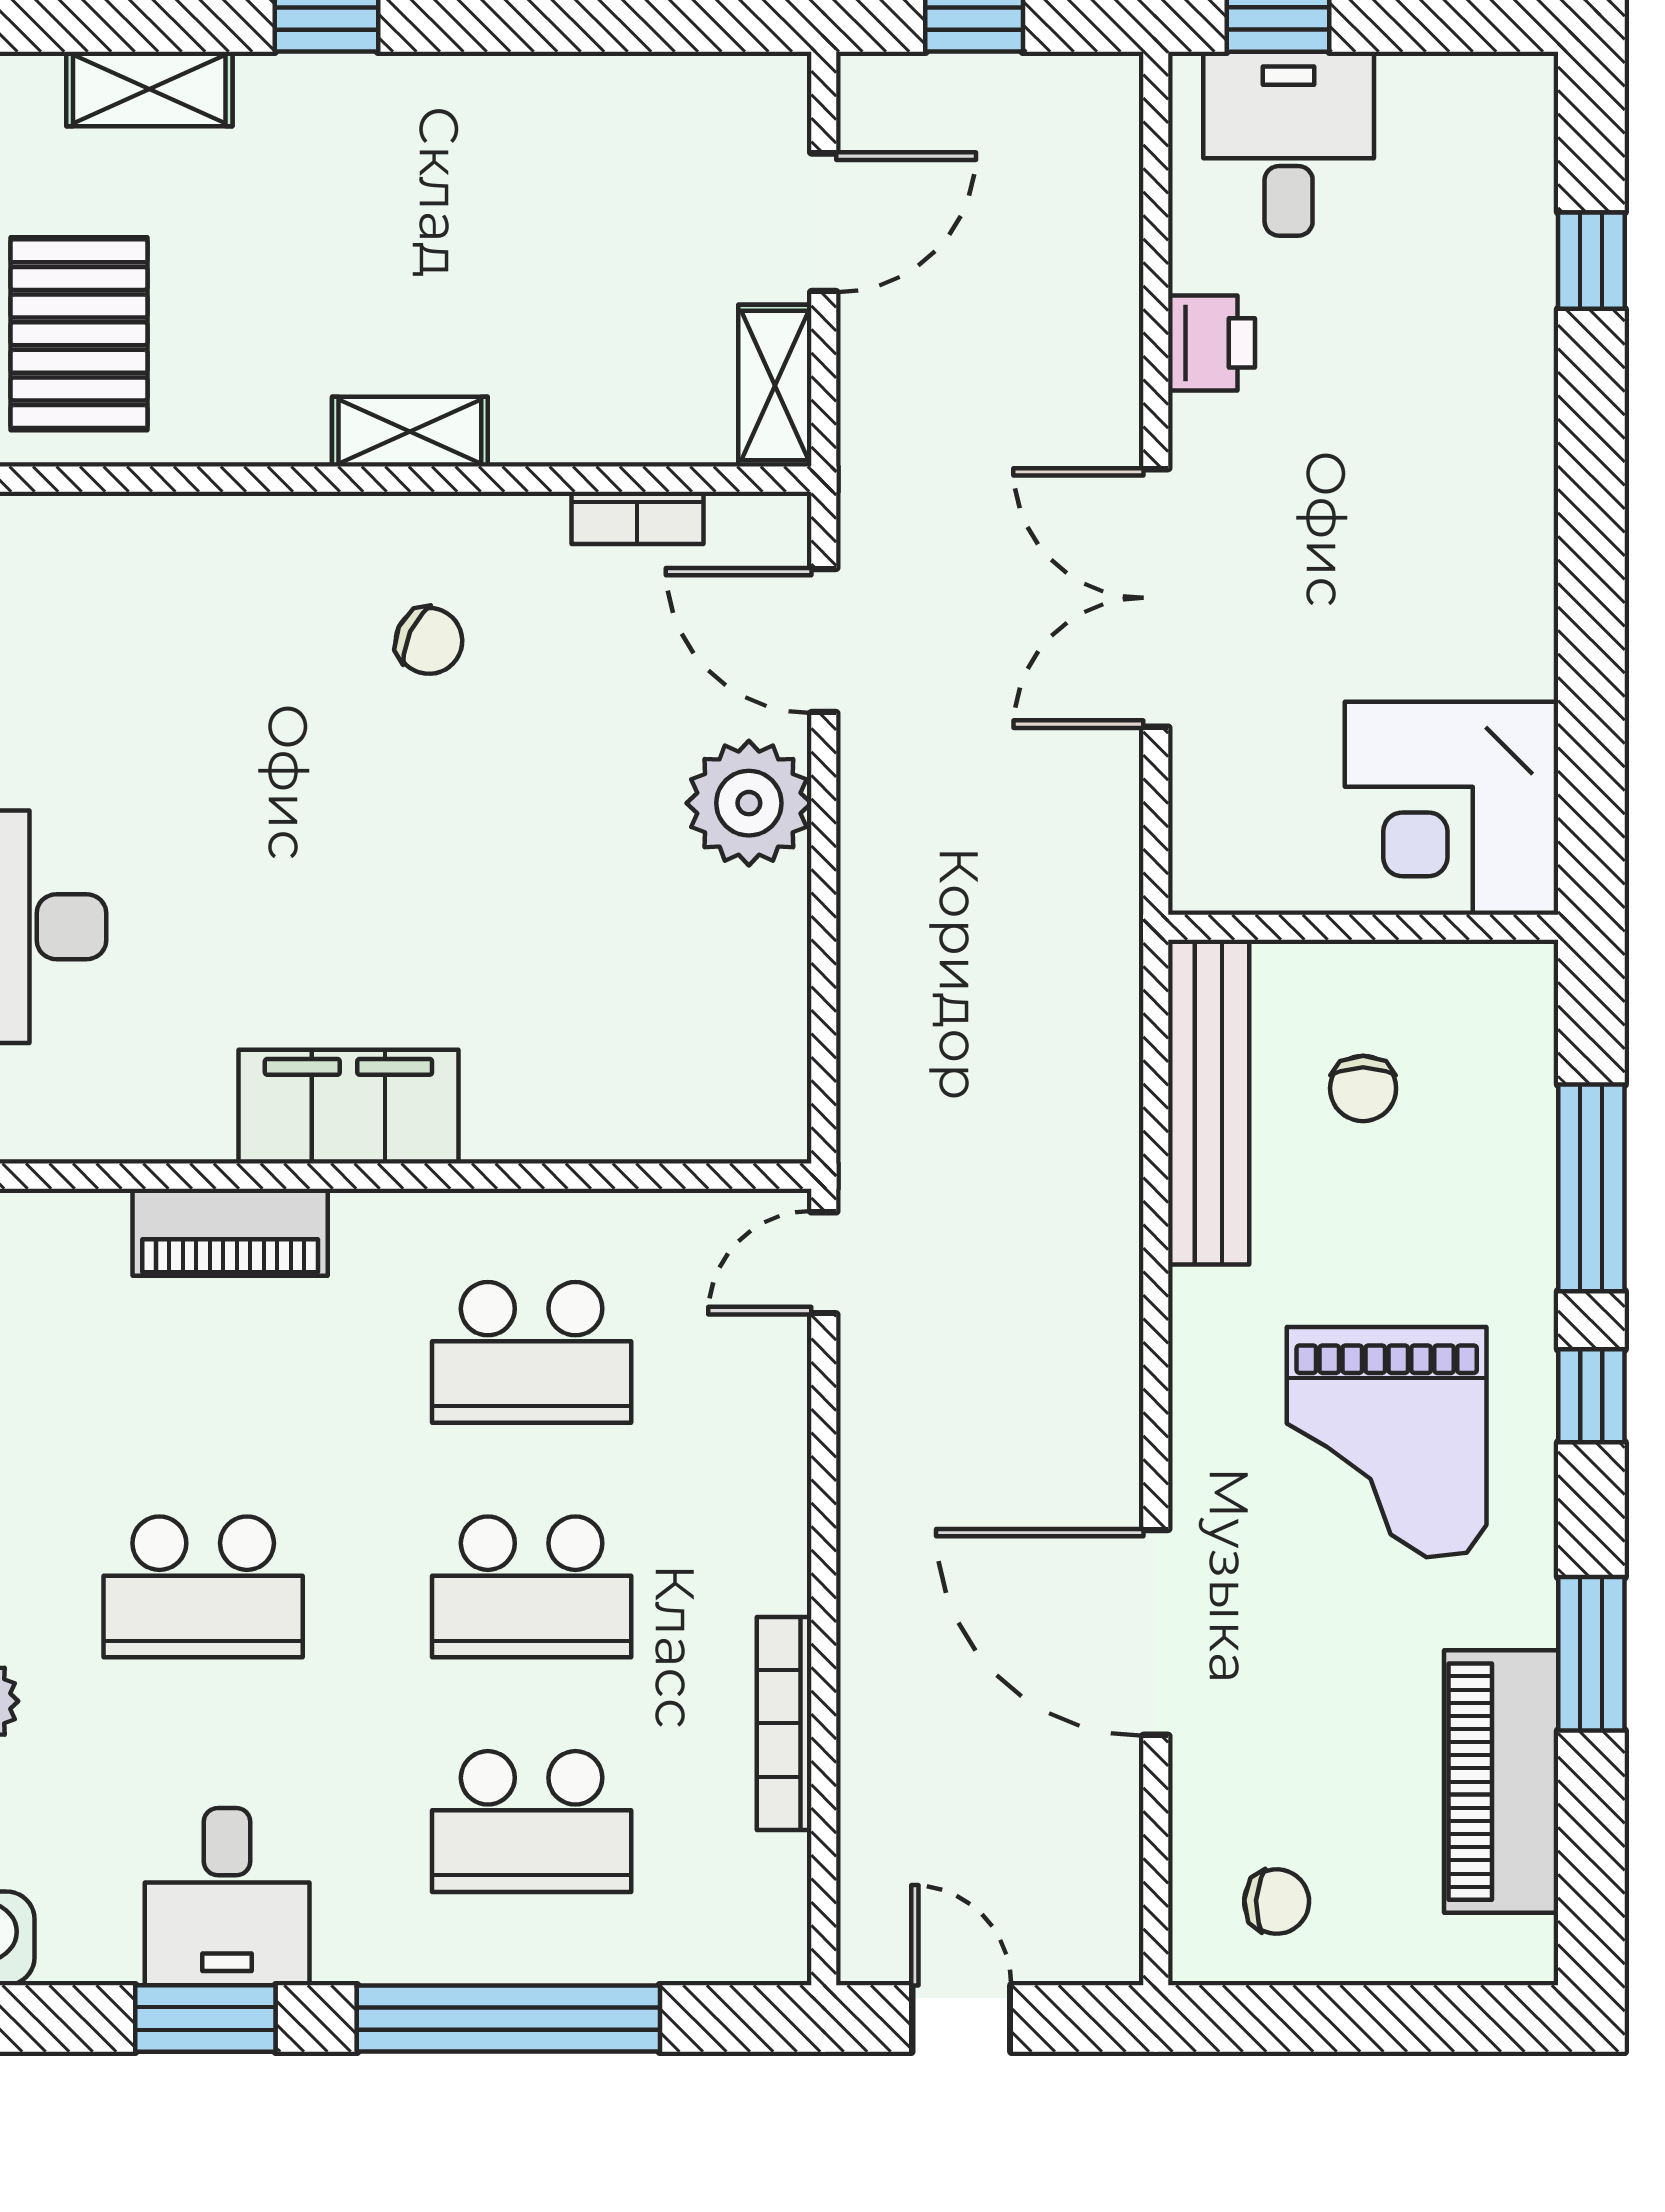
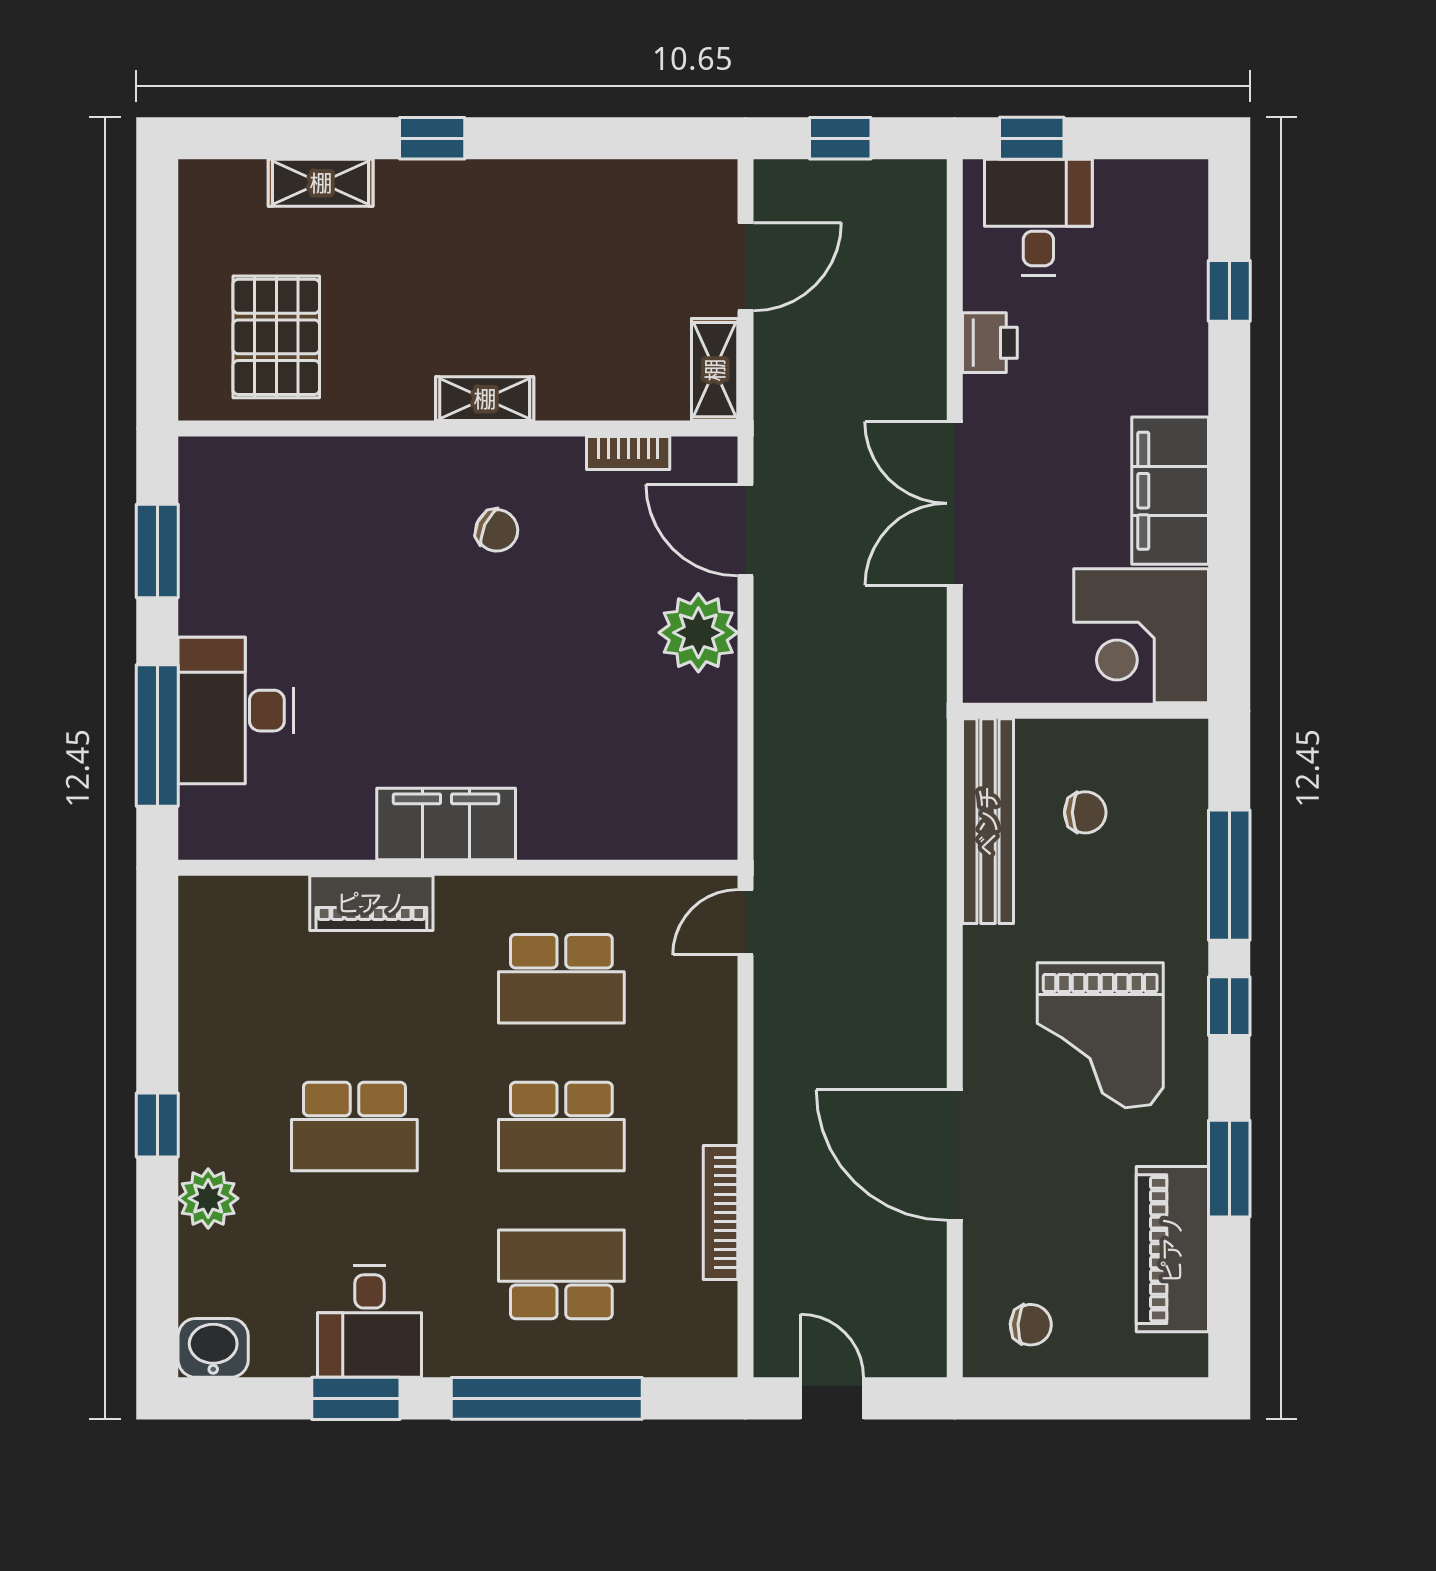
filing cabinet: (1498, 578) -> (1170, 491), added
chair: (1363, 1088) -> (1085, 812), turned -90
school desk: (532, 1822) -> (561, 1274), turned 180

